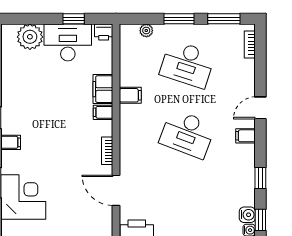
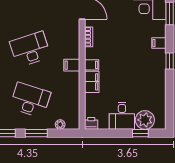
window: (74, 19) -> (140, 133), moved
desk: (68, 42) -> (122, 116), width x0.73
filing cabinet: (130, 95) -> (72, 65), moved
desk: (187, 134) -> (30, 49), turned -39

